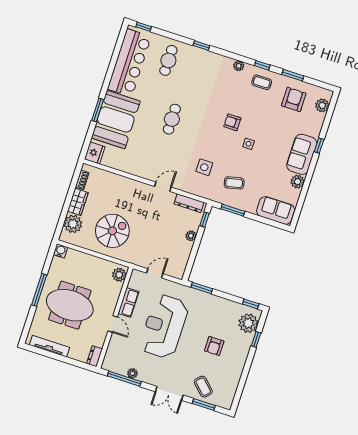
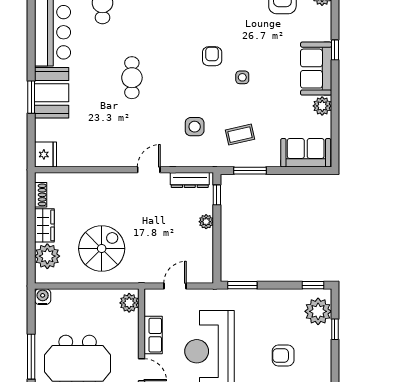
booth: (116, 120) -> (52, 93), width x0.73, depth x0.70
armchair: (232, 122) -> (212, 56), turned 90
armchair: (214, 346) -> (283, 356), turned 90

